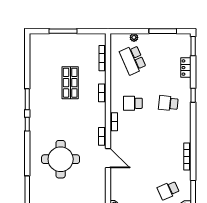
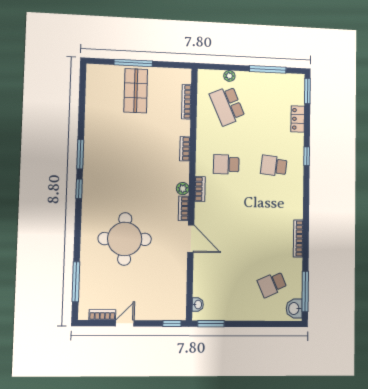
shop shelf: (70, 83) -> (136, 91), moved
plant: (101, 122) -> (183, 189), added

